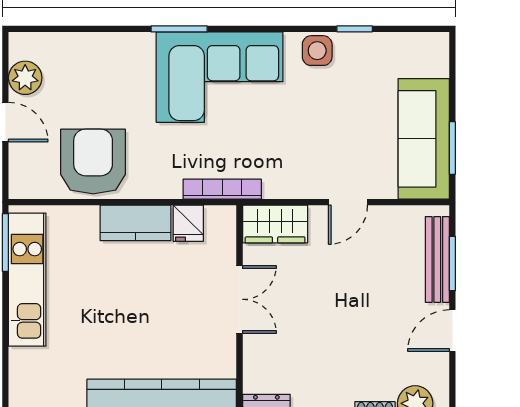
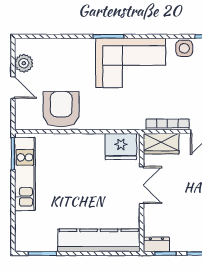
bookcase: (222, 189) -> (168, 124), moved
kitchen counter: (135, 223) -> (84, 143), removed
fridge: (188, 223) -> (121, 147), width x1.88, depth x1.34

